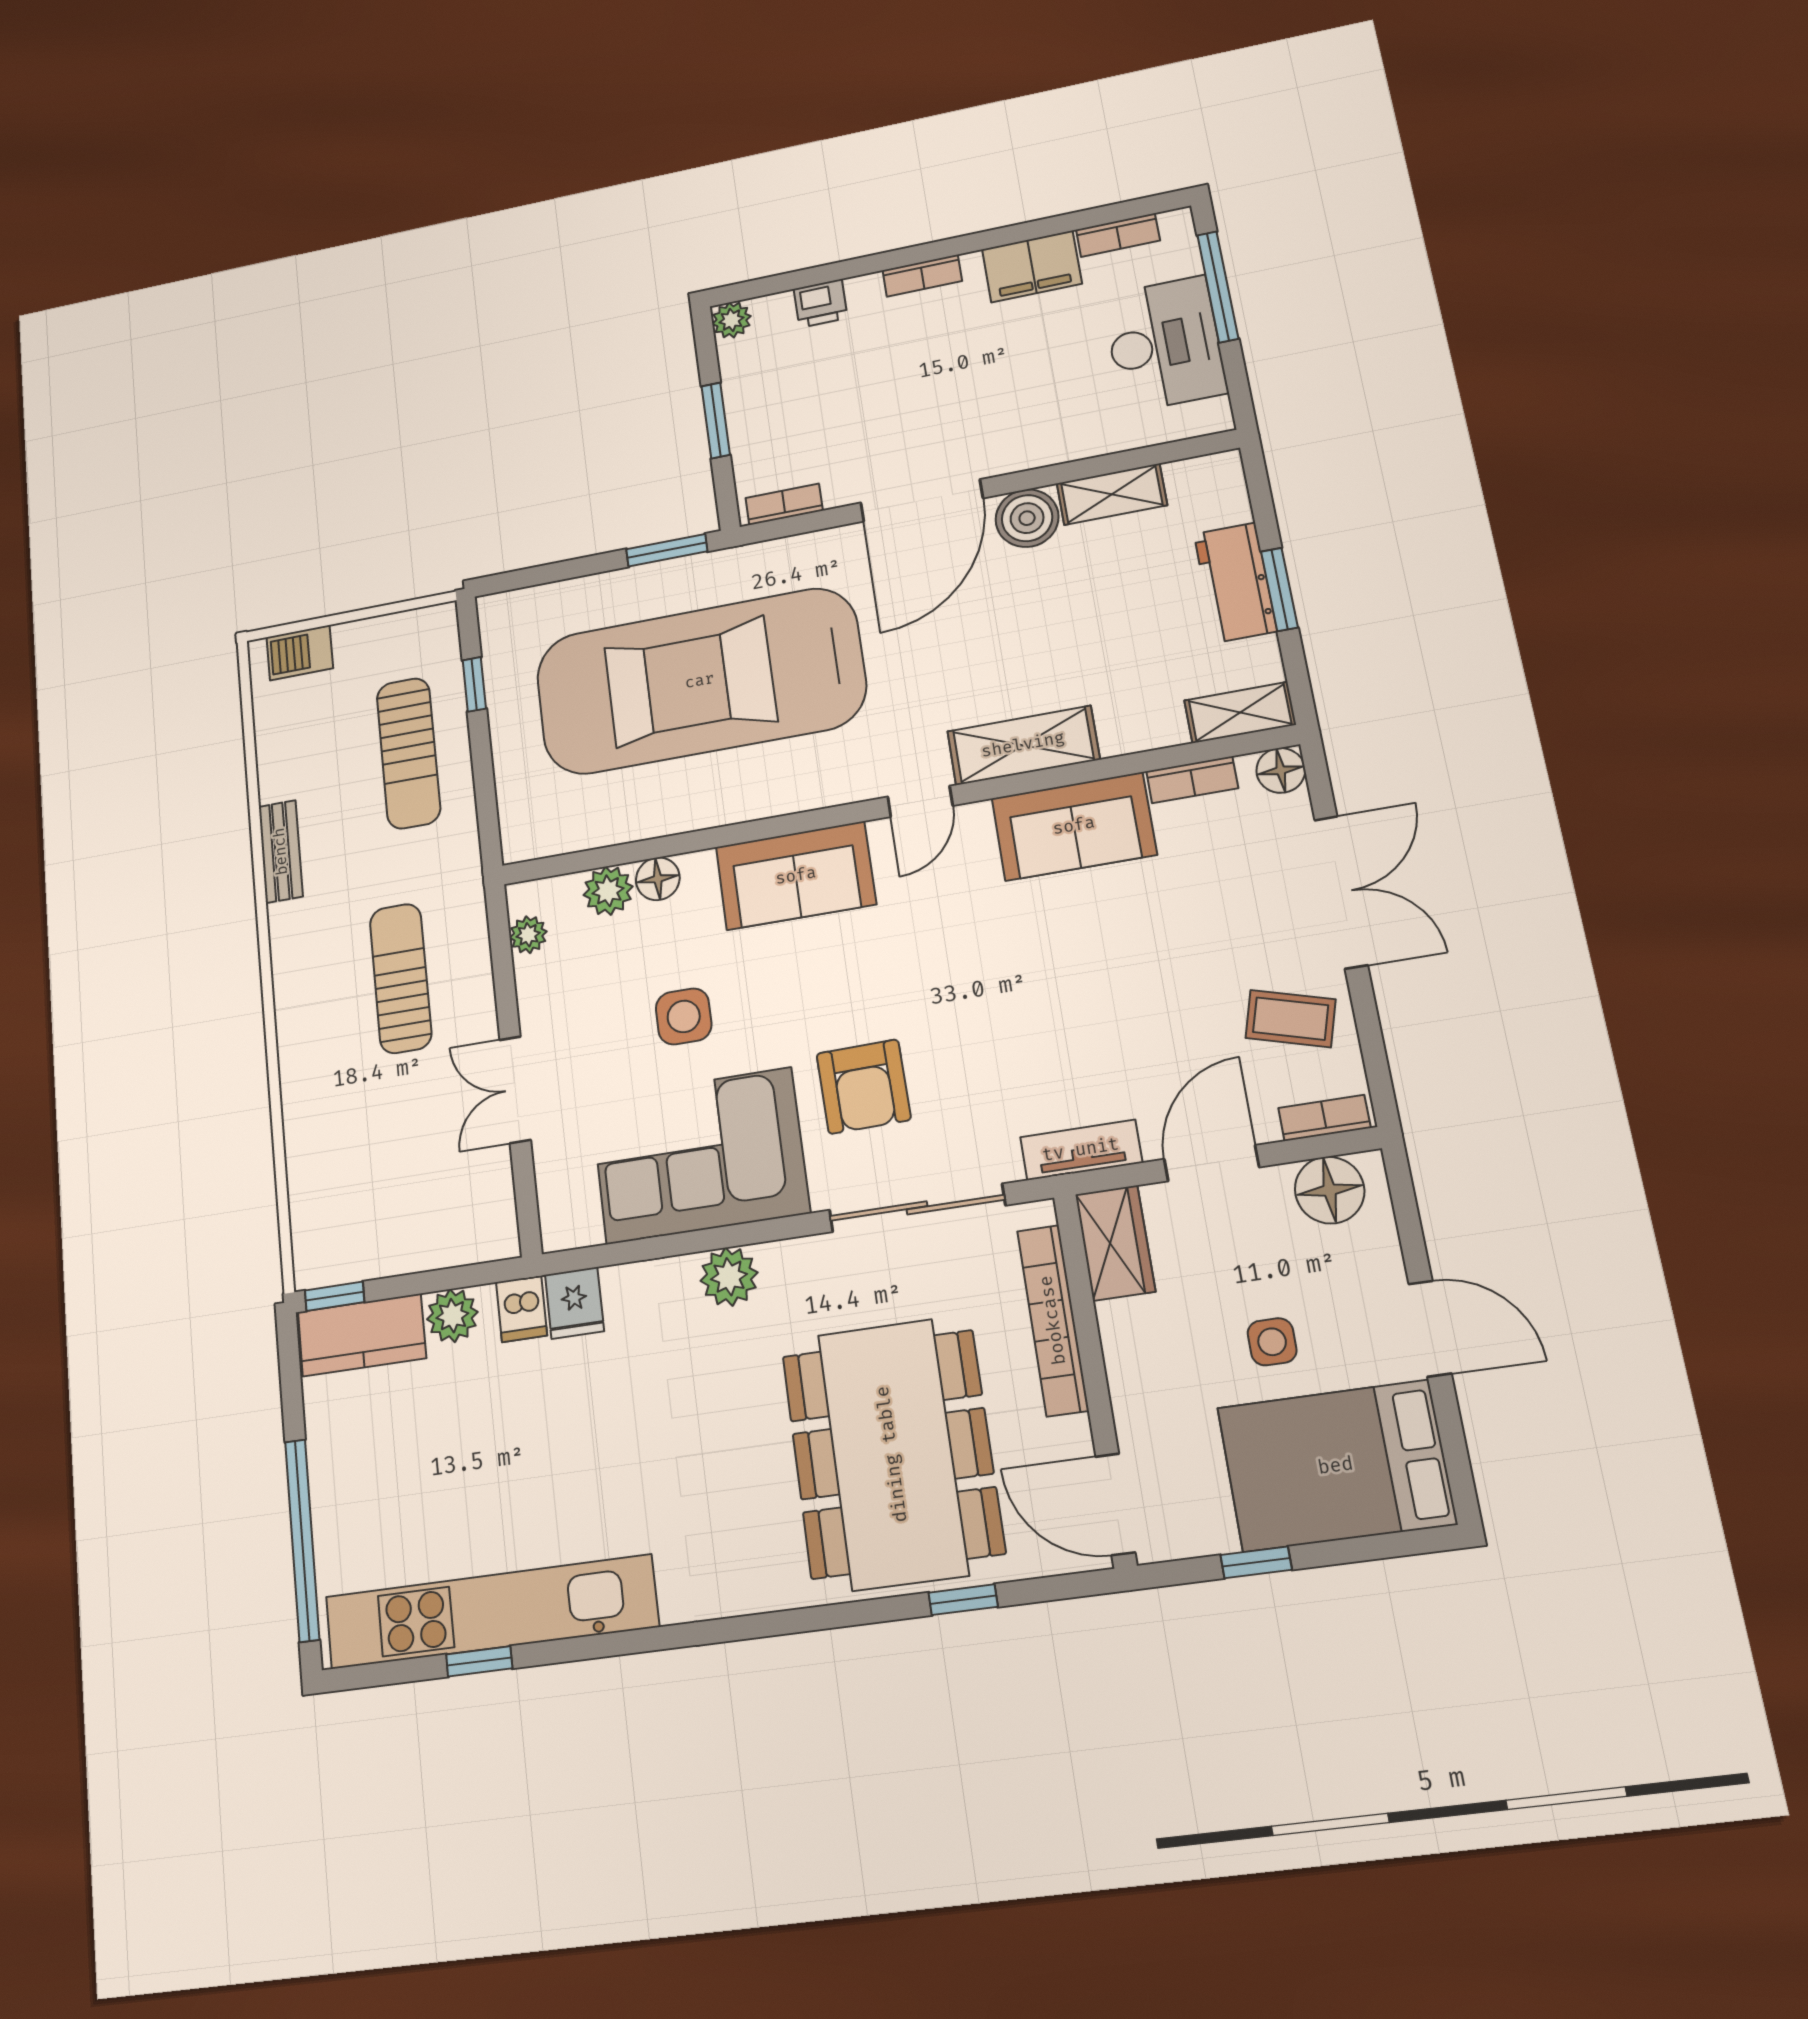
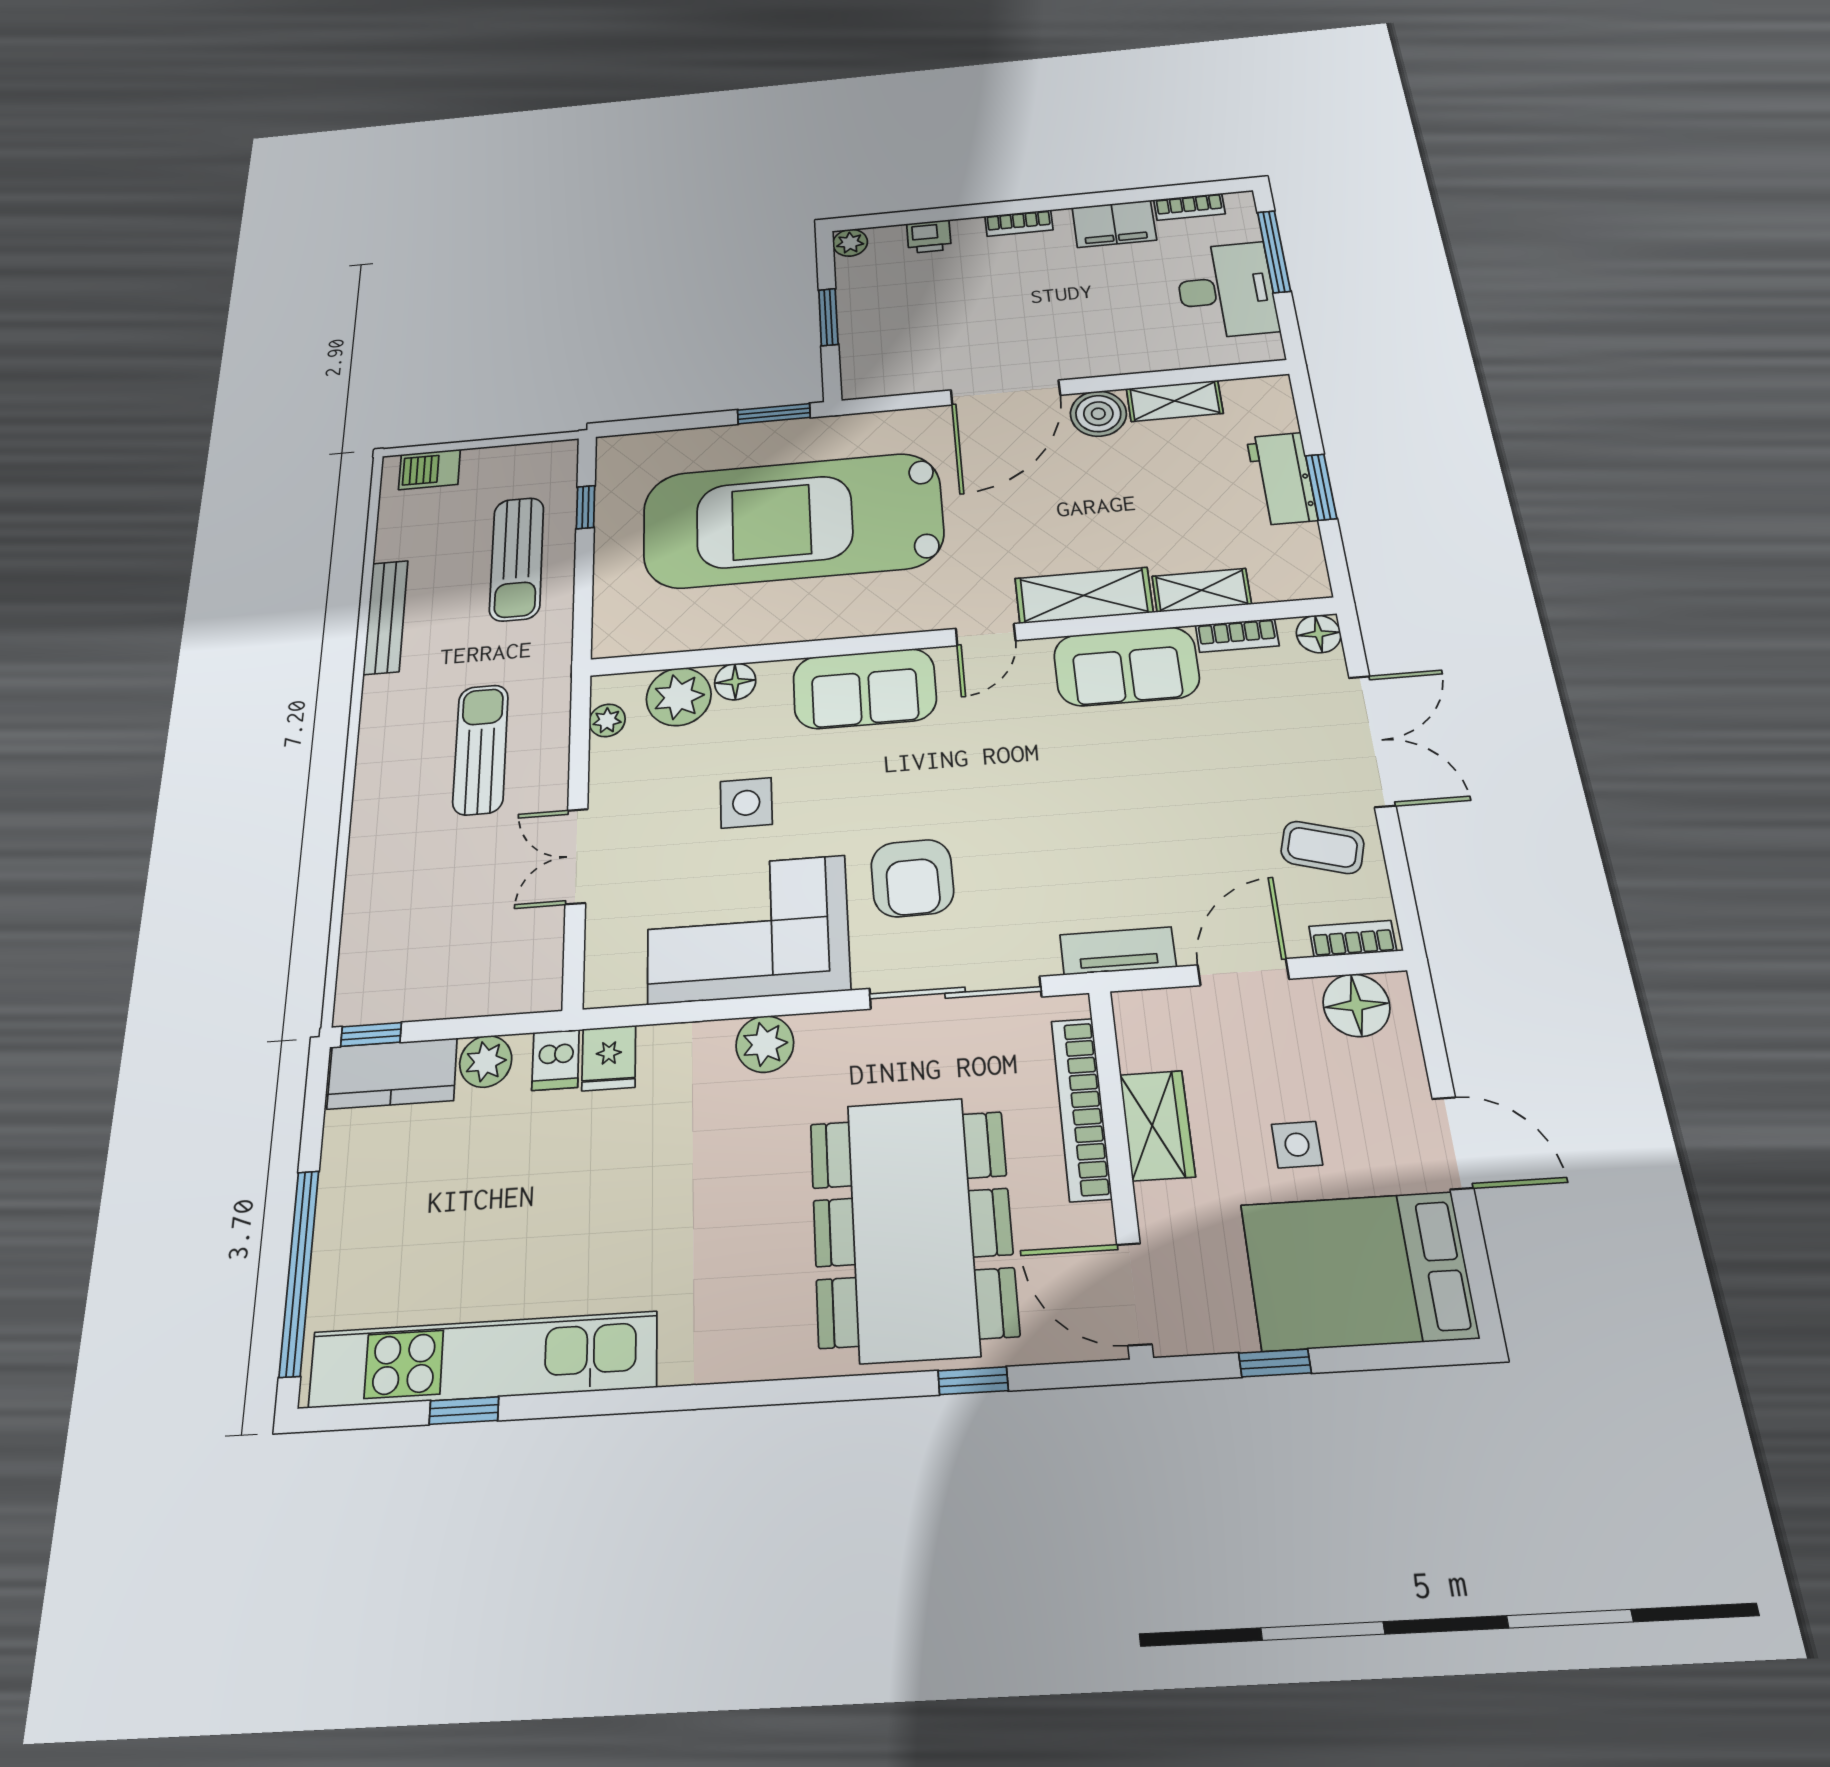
bookcase: (784, 504) -> (883, 386), removed
shelving: (1240, 712) -> (1202, 590), moved
bench: (281, 851) -> (386, 617), width x1.36
plant: (608, 891) -> (679, 697), width x1.36, depth x1.36
wardrobe: (1115, 1243) -> (1157, 1125), moved

